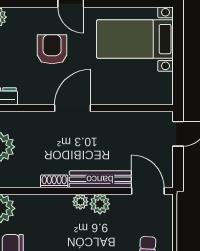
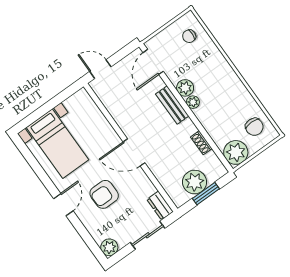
bench: (100, 179) -> (172, 105), width x0.73
shoe rack: (54, 181) -> (201, 143), moved

